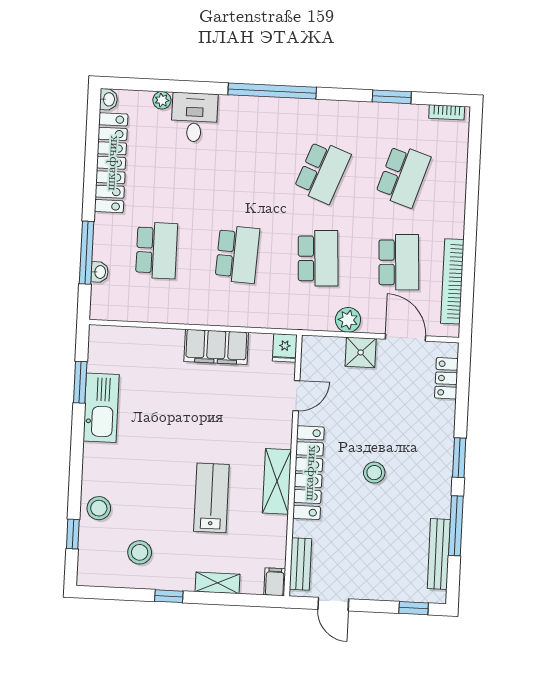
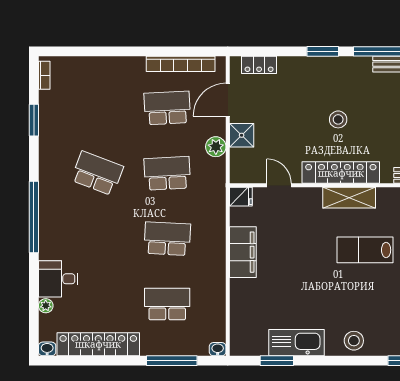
school desk: (403, 176) -> (97, 108), removed
washbasin: (100, 272) -> (218, 349), moved
stool: (99, 508) -> (354, 341), moved

